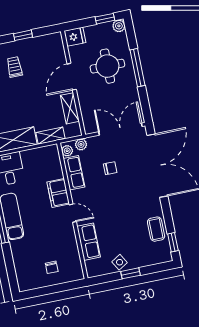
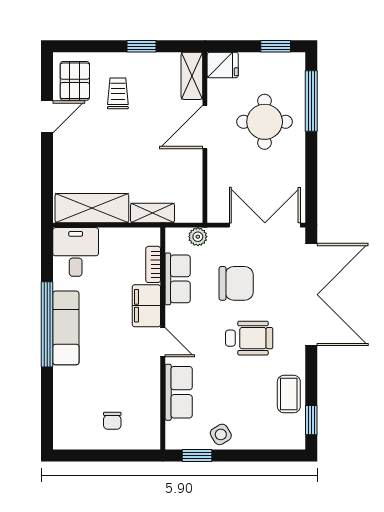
plant: (119, 26) -> (295, 62), removed
window: (137, 68) -> (311, 101), moved
shelving: (70, 108) -> (192, 76), moved
plant: (67, 151) -> (174, 242), removed
bookcase: (57, 167) -> (153, 264), added
chair: (110, 168) -> (236, 283), width x1.87, depth x1.87
wheelchair: (125, 200) -> (249, 338), added
window: (131, 273) -> (197, 455), moved

